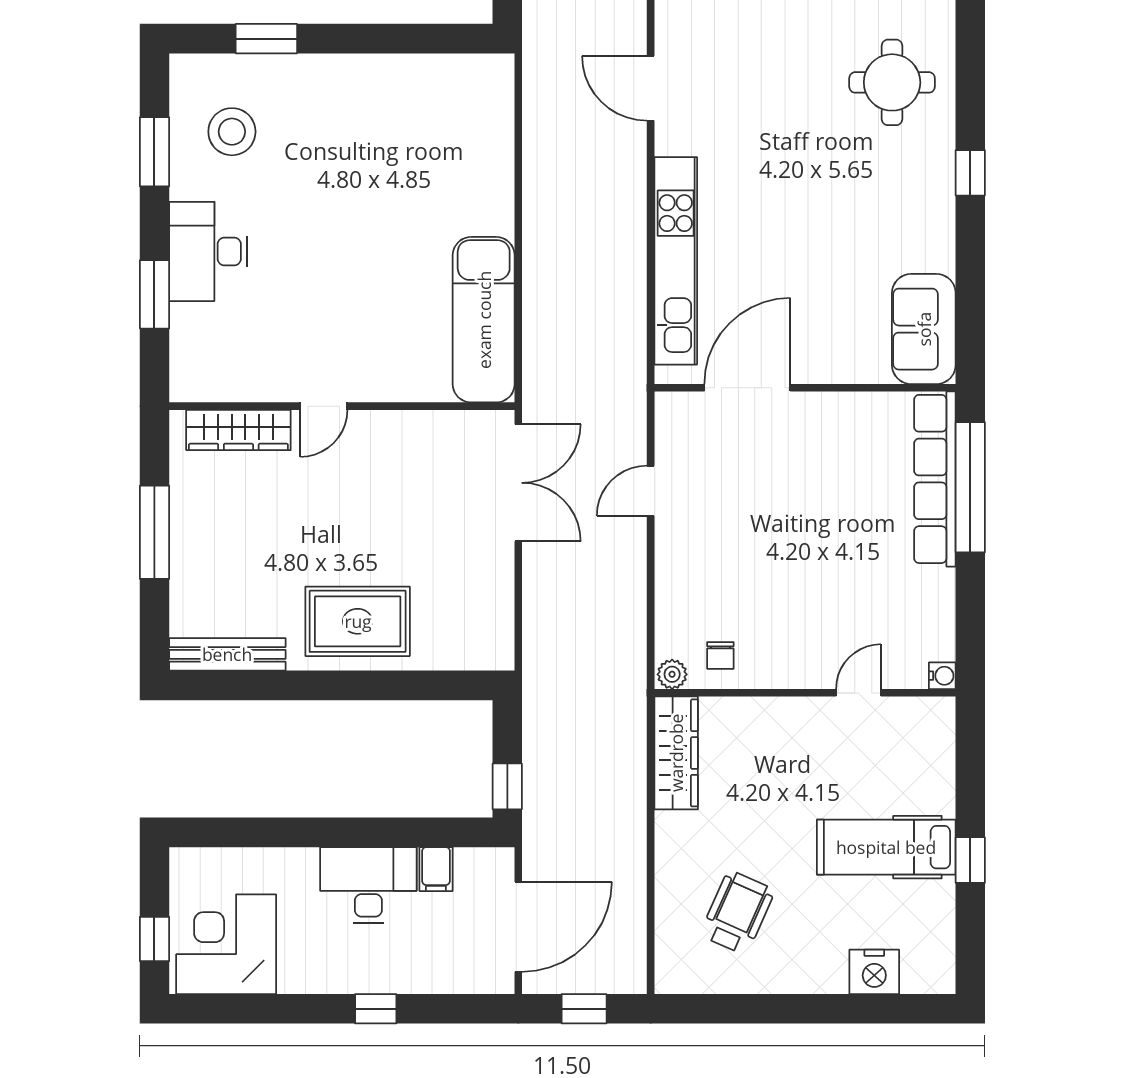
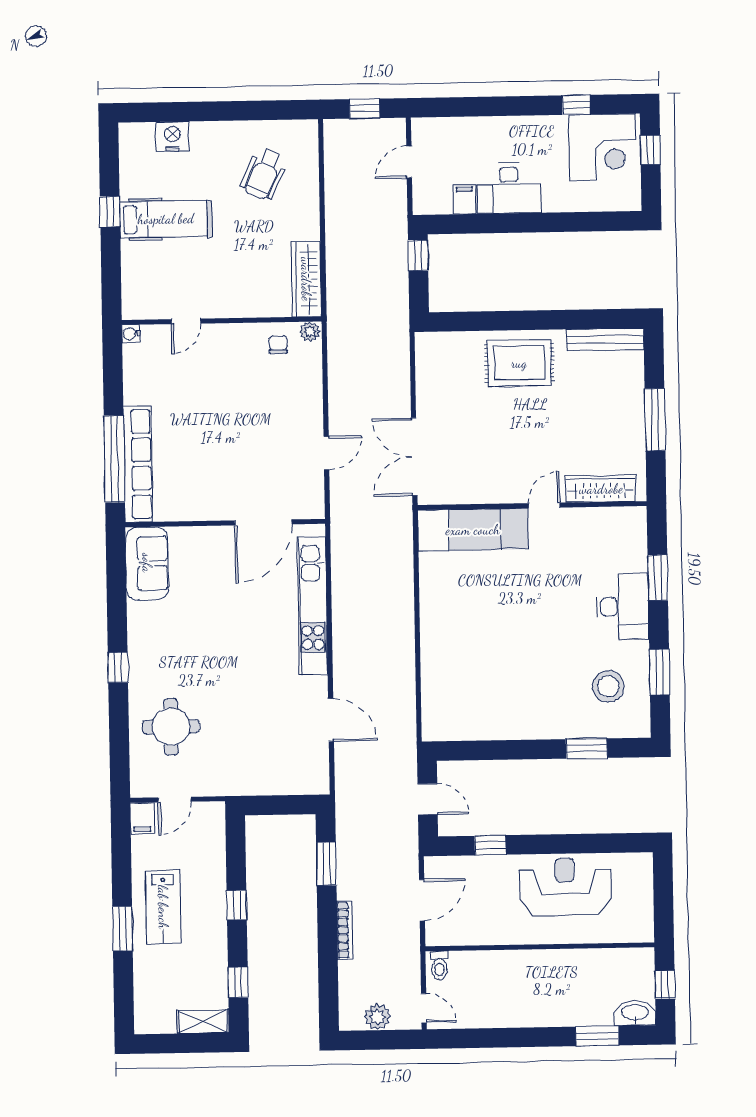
exam couch: (484, 320) -> (473, 530), moved, turned 90
door: (518, 927) -> (409, 162), width x0.53
window: (376, 1009) -> (576, 105), moved

